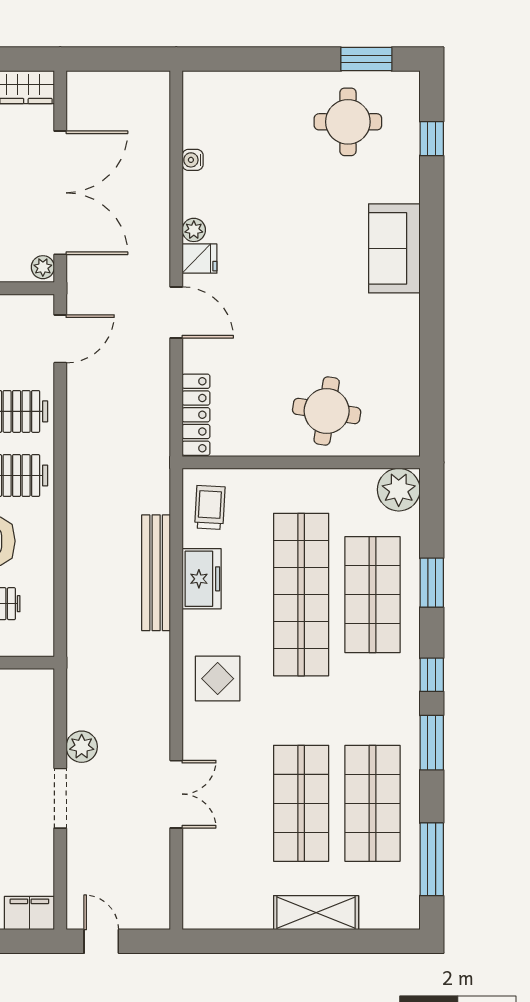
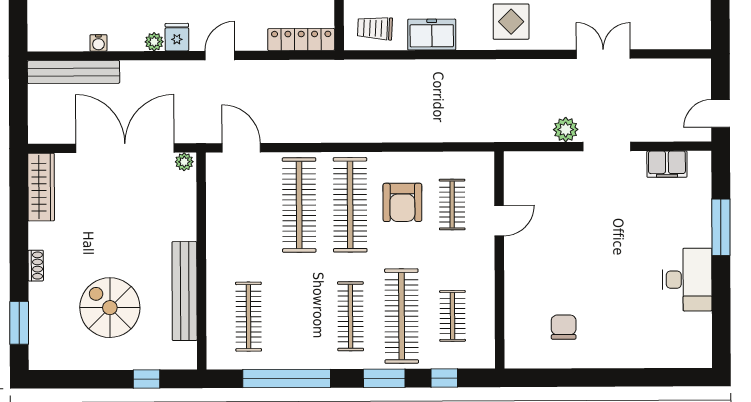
door: (176, 312) -> (220, 55), width x0.73
bench: (156, 573) -> (73, 72), moved
filing cabinet: (29, 913) -> (667, 164), moved, turned -90

